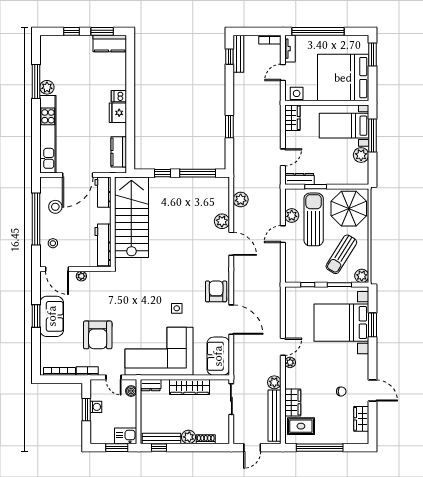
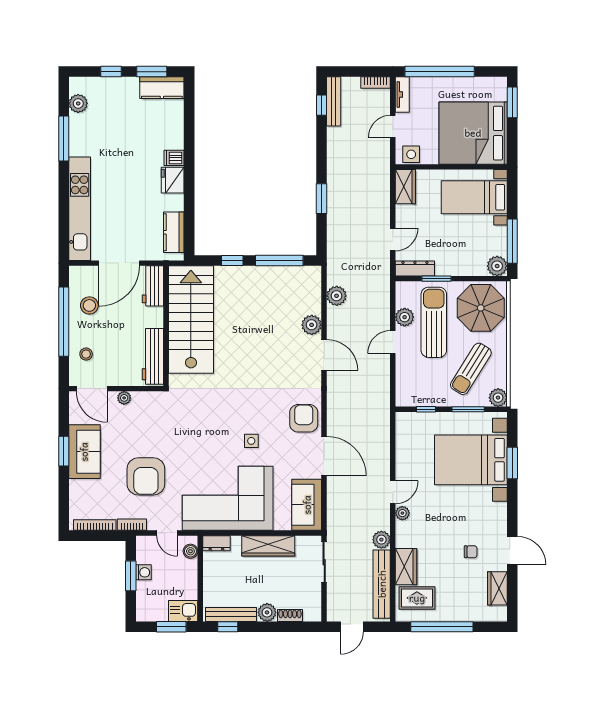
plant: (47, 87) -> (78, 103), moved
window: (372, 136) -> (512, 241), moved
plant: (361, 155) -> (497, 266), moved

